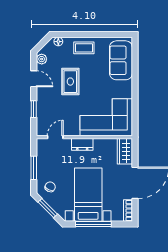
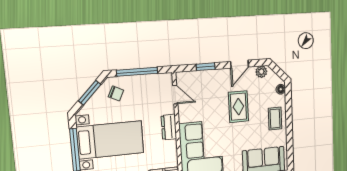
rug: (70, 82) -> (238, 107), turned 90
window: (34, 168) -> (137, 72), width x1.44

